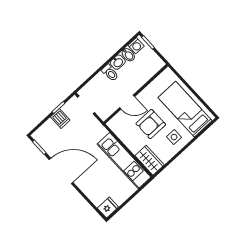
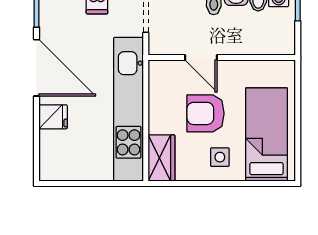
kitchen unit: (124, 161) -> (129, 109), width x1.36
fridge: (108, 208) -> (53, 117), moved

